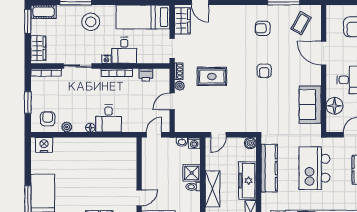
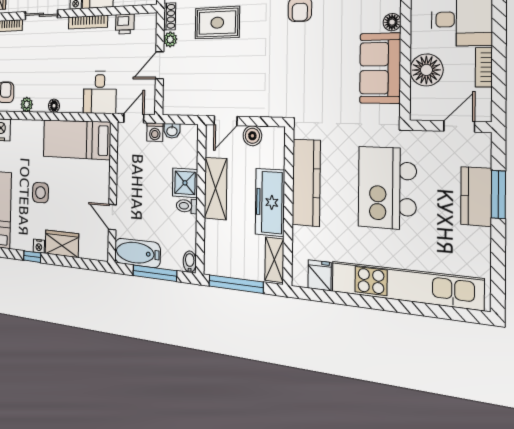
floor lamp: (316, 80) -> (392, 22), added
desk: (109, 119) -> (100, 92), moved
washing machine: (194, 143) -> (155, 132), moved
boiler: (250, 143) -> (252, 136), moved
bed: (110, 150) -> (76, 140), added
side table: (80, 186) -> (40, 193), added
shelving: (212, 189) -> (216, 189), moved
door: (139, 198) -> (112, 217), swing flipped

